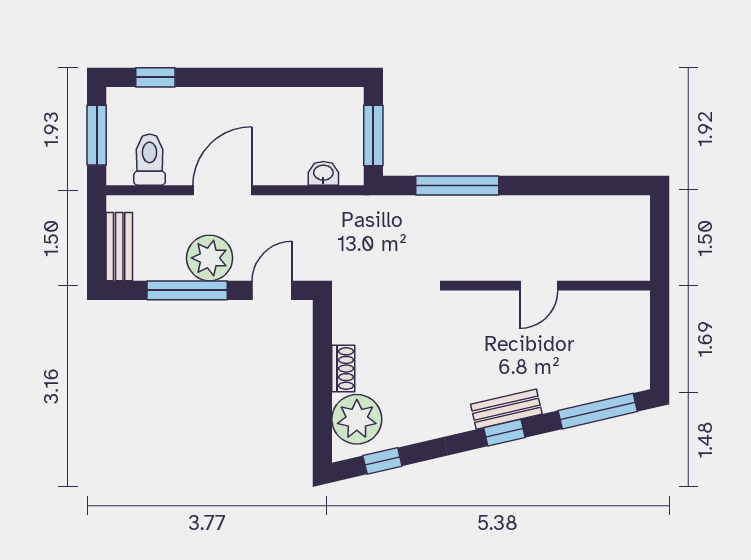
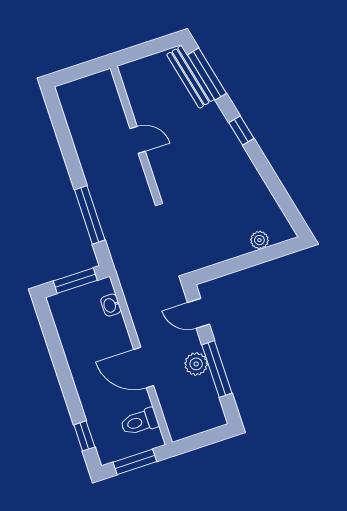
bench: (119, 247) -> (203, 423), removed
plant: (210, 258) -> (196, 364), width x0.73, depth x0.73
shoe rack: (343, 369) -> (234, 250), removed
bench: (506, 409) -> (191, 77), moved, width x1.36
plant: (357, 419) -> (259, 240), width x0.53, depth x0.53
window: (382, 461) -> (286, 204), removed

